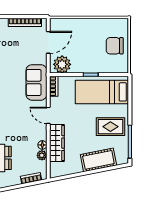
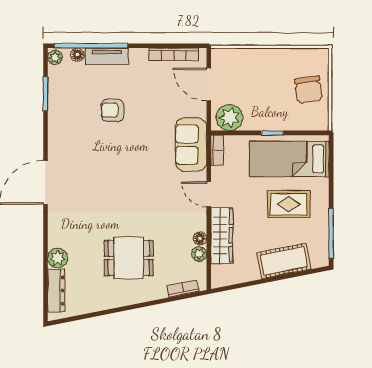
door: (48, 42) -> (209, 84), swing flipped
chair: (115, 46) -> (308, 90), turned -98
rug: (110, 127) -> (289, 204), moved

